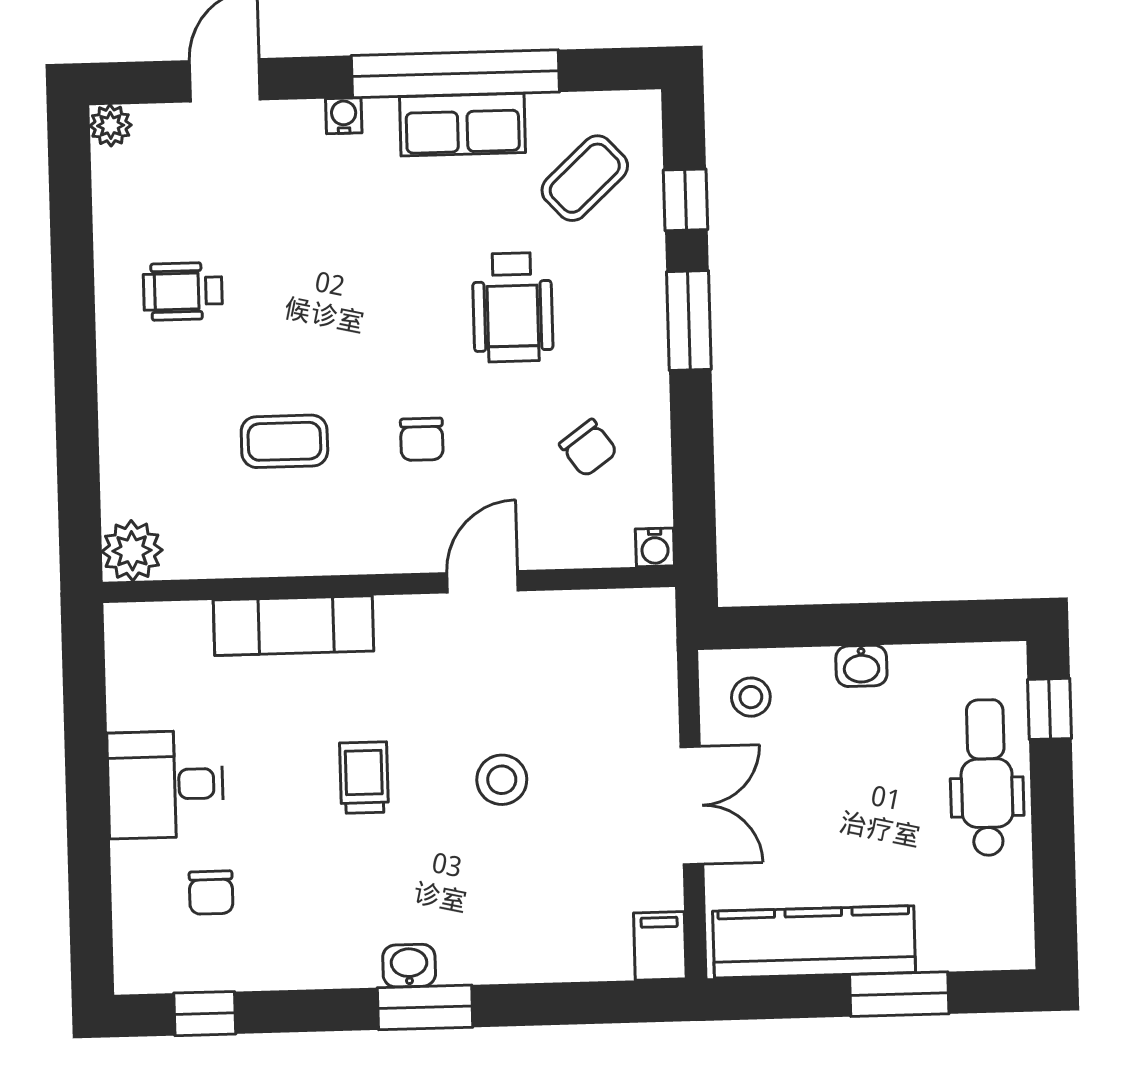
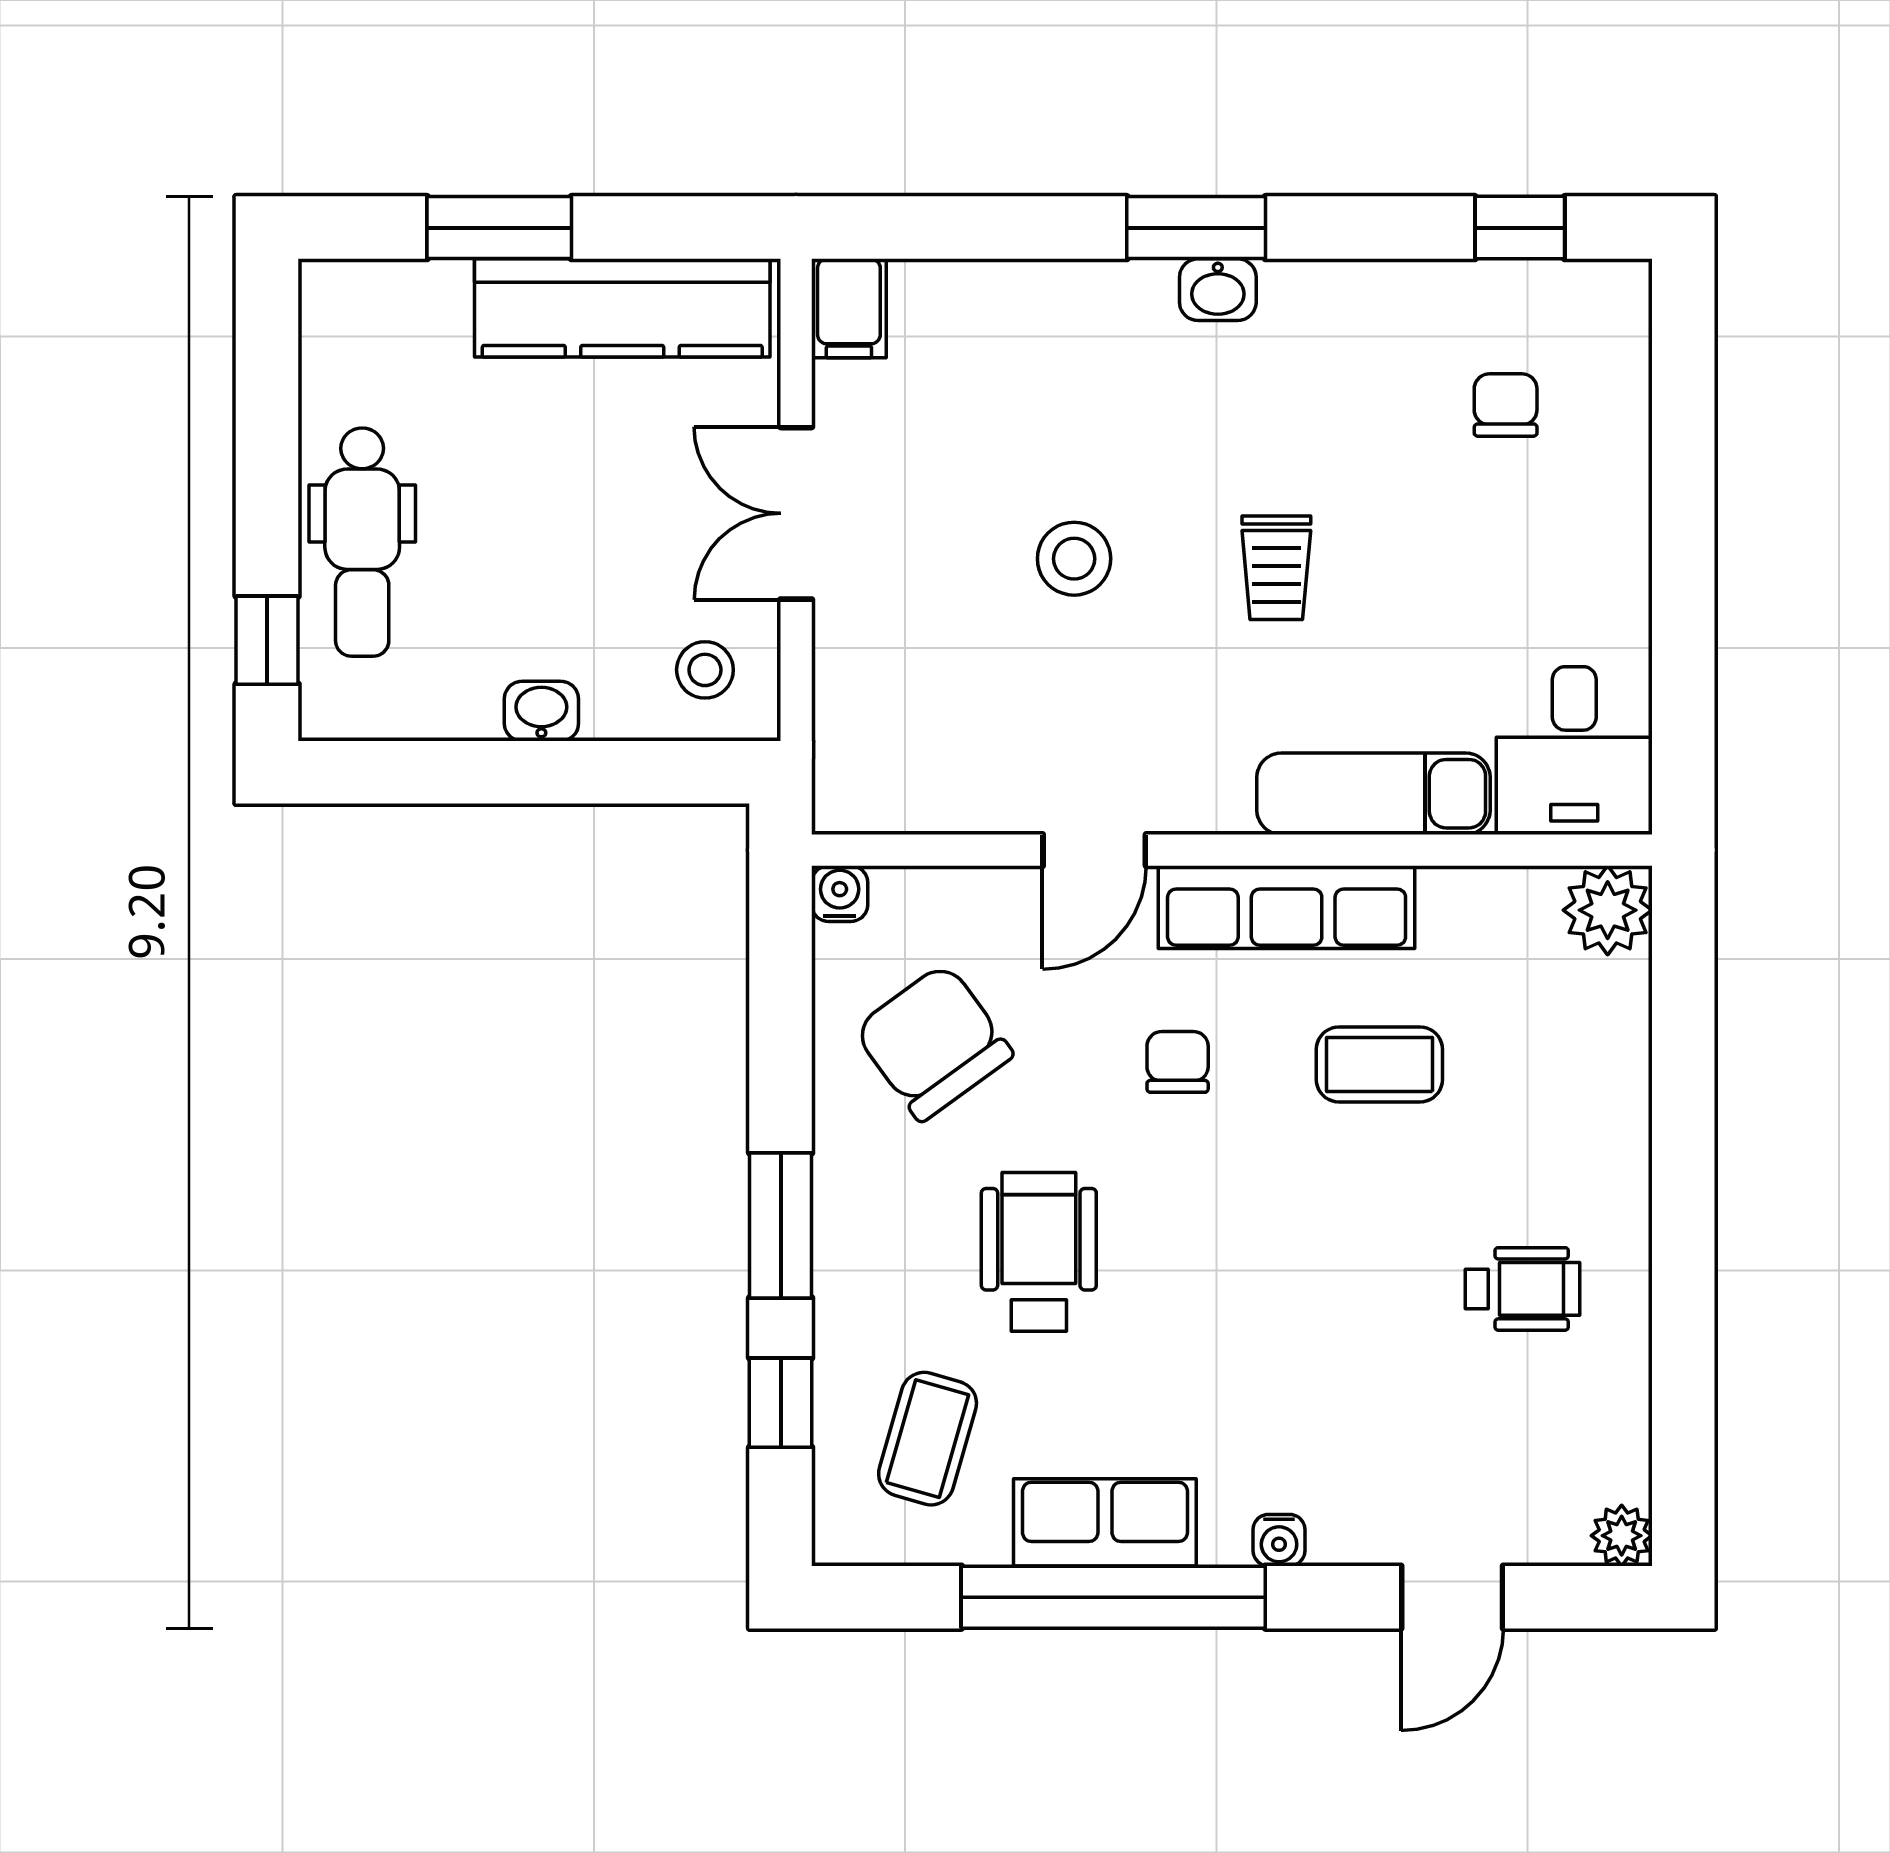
coffee table: (585, 178) -> (928, 1439), turned -31
chair: (588, 448) -> (933, 1042), width x1.87, depth x1.87
row of seats: (351, 547) -> (1287, 907), added
desk: (165, 785) -> (1574, 751), moved, turned 90

